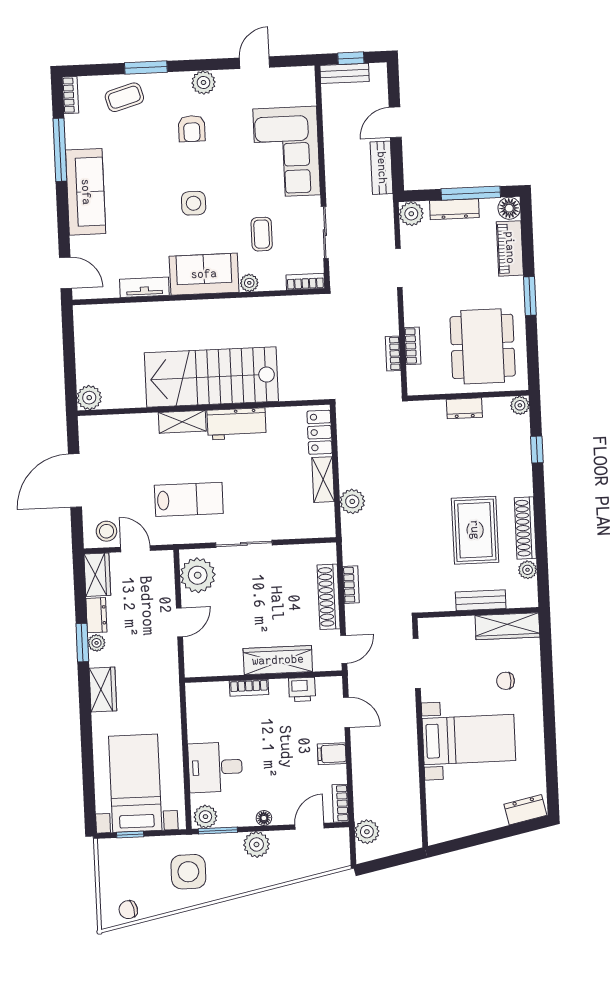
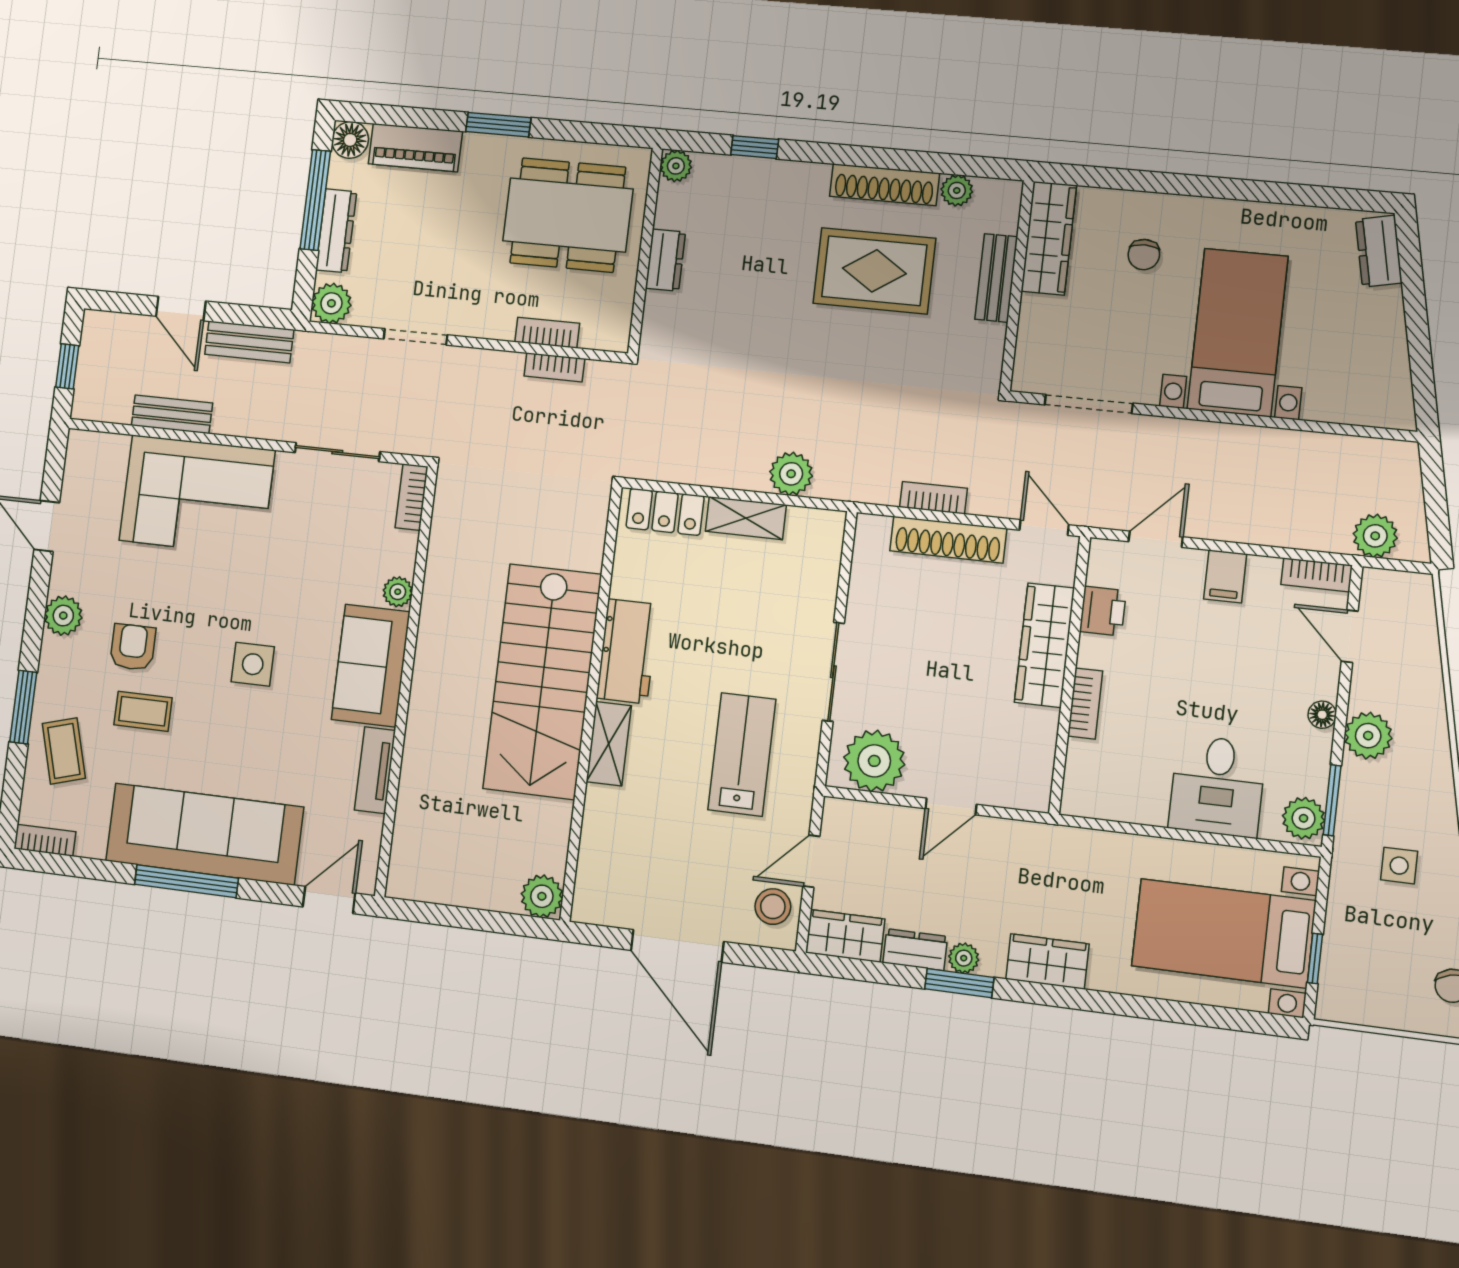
bench: (345, 73) -> (172, 414), moved, turned 90
armchair: (192, 129) -> (133, 647), turned -90
window: (60, 150) -> (186, 881), moved
sofa: (86, 192) -> (204, 834), width x1.36, depth x1.27
coffee table: (262, 234) -> (143, 711), moved
door: (179, 622) -> (951, 806), swing flipped
side table: (188, 872) -> (1399, 866), width x0.54, depth x0.54

